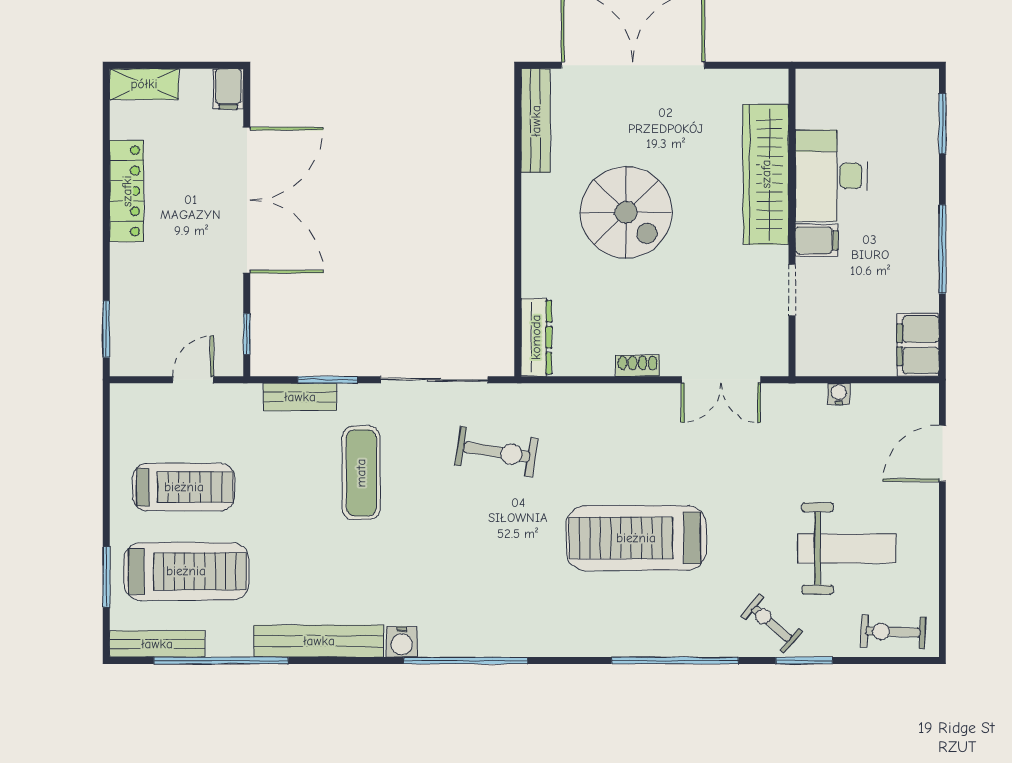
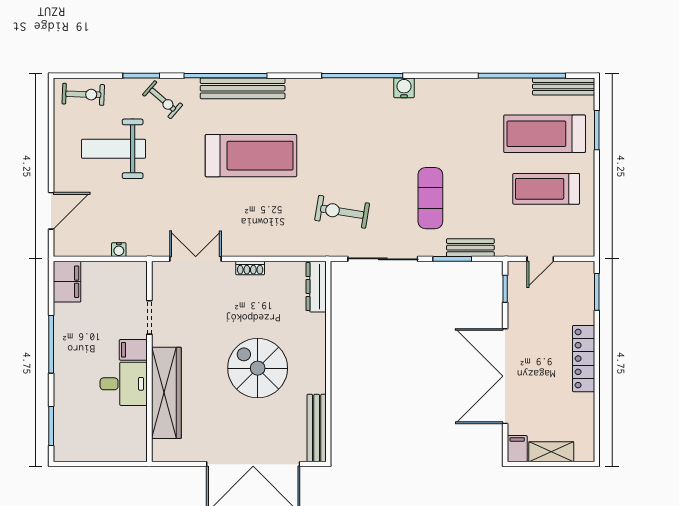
shelving: (144, 84) -> (551, 452), moved
desk: (831, 176) -> (124, 384), width x0.73
locker: (127, 191) -> (584, 359), moved
bench: (319, 641) -> (243, 88), moved

